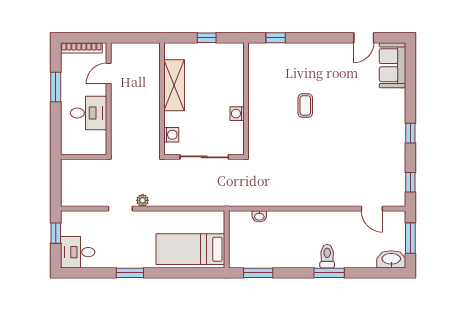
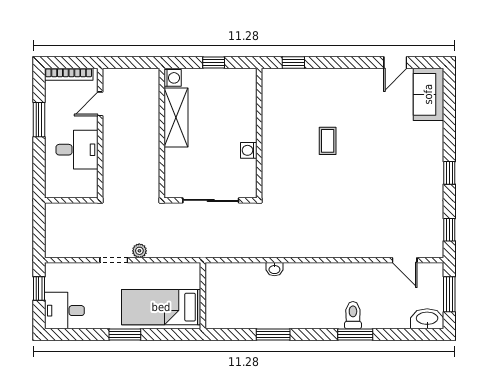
washing machine: (171, 135) -> (173, 78), moved
wall: (227, 239) -> (203, 296), moved
bed: (190, 249) -> (161, 307), moved

